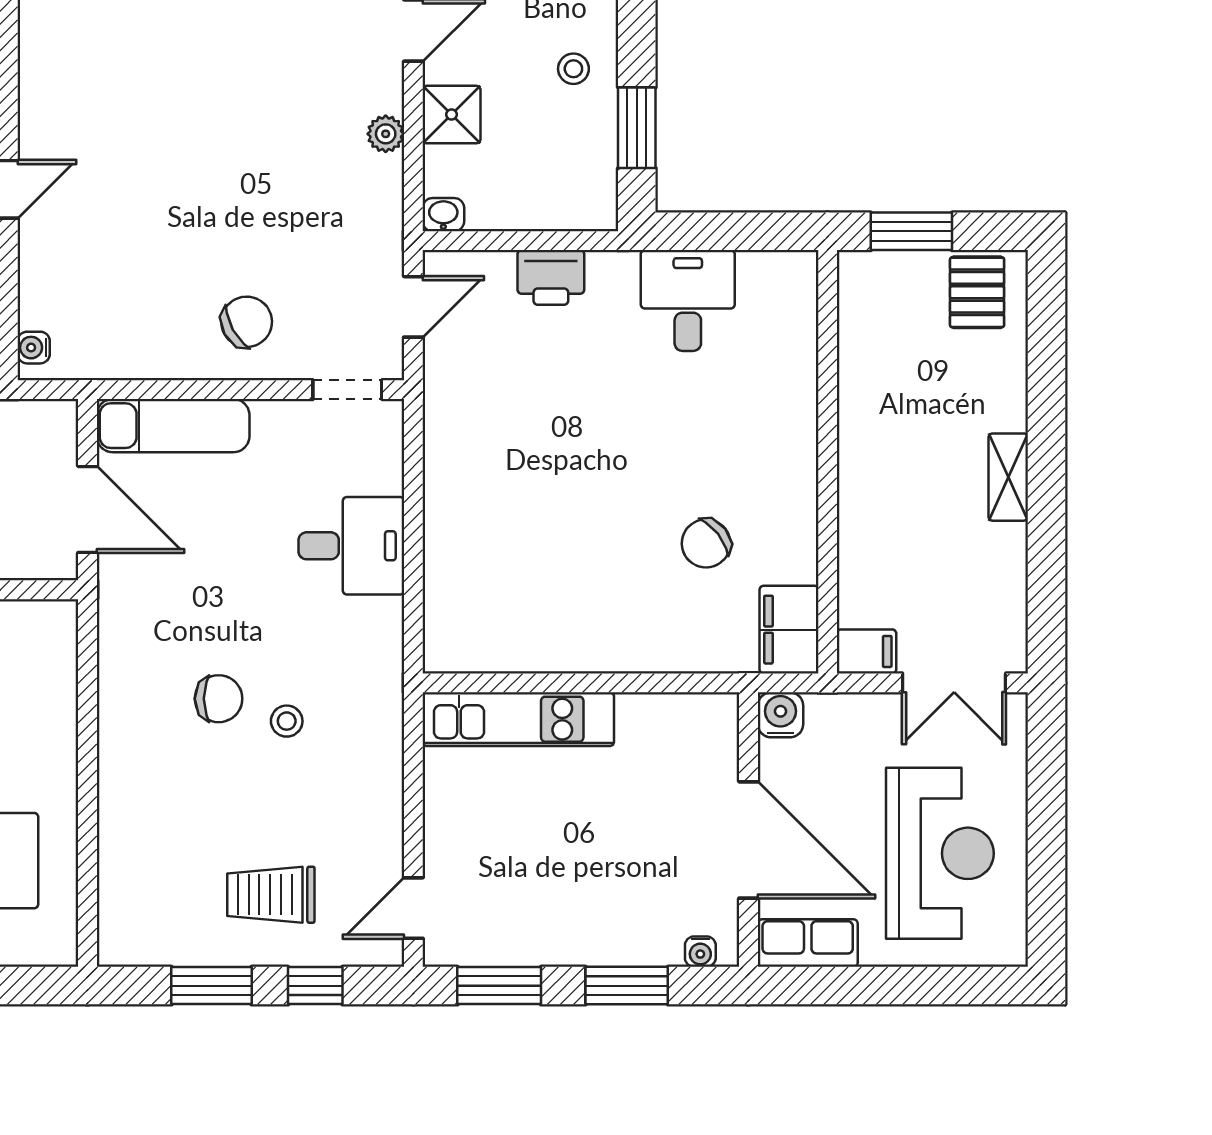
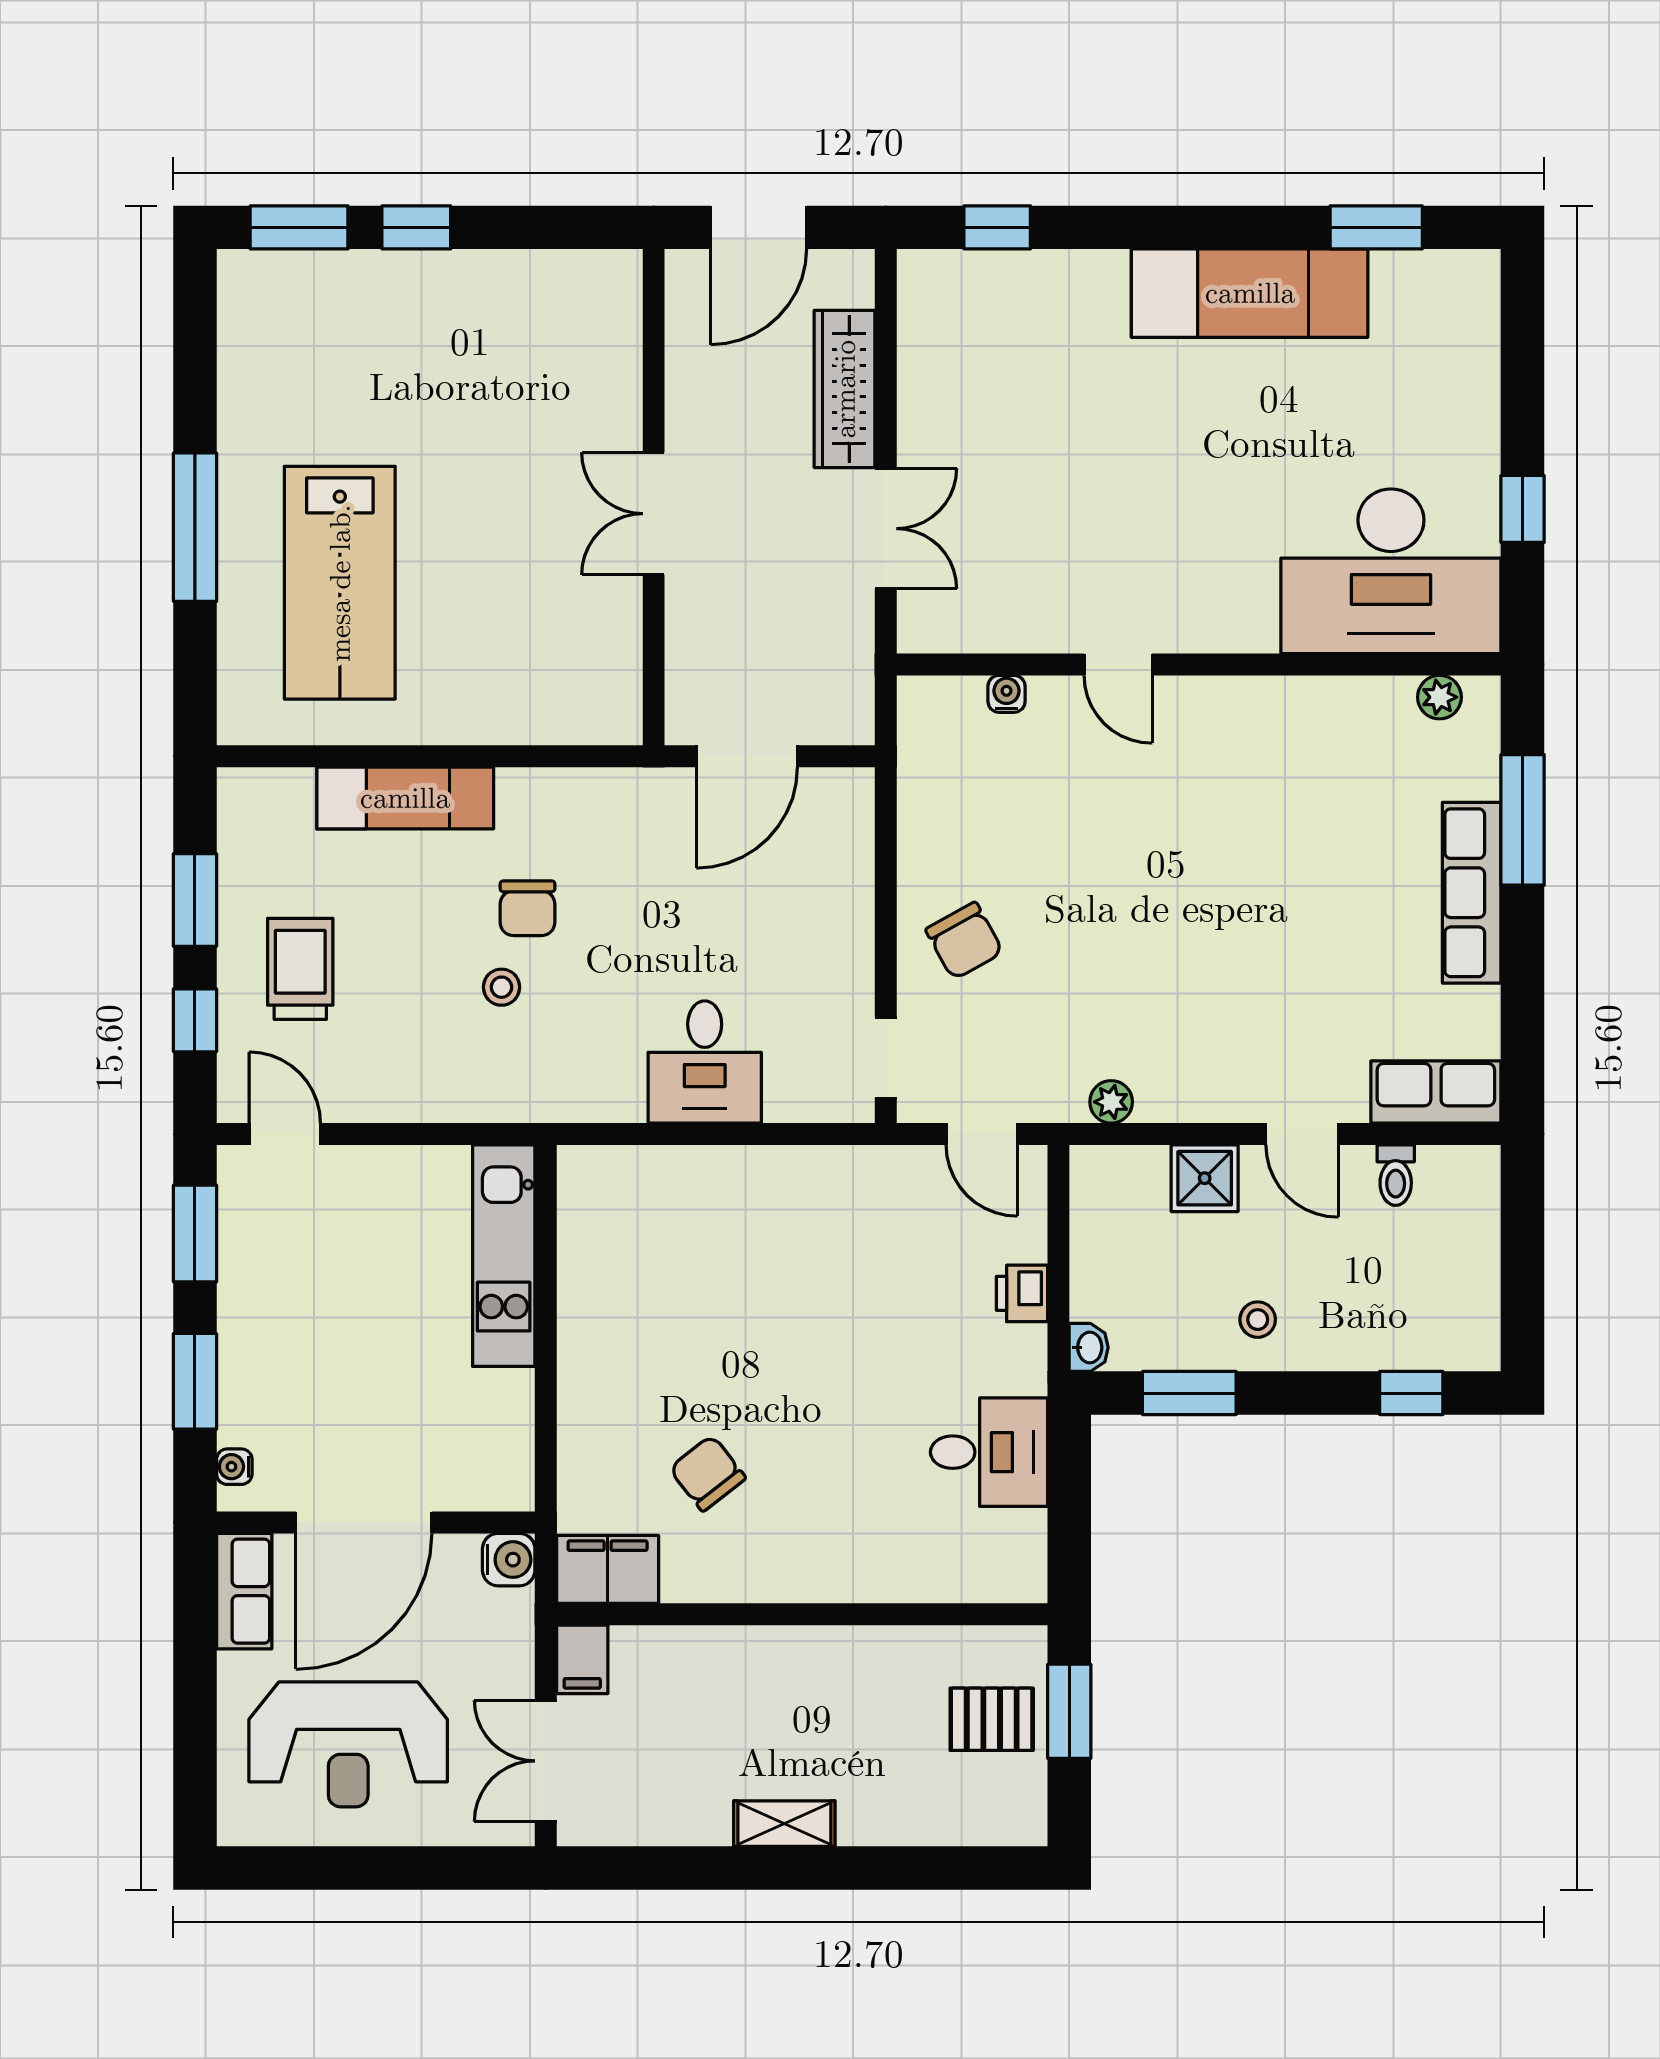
plant: (386, 134) -> (1111, 1102), moved
washbasin: (443, 215) -> (1089, 1347), moved
printer: (551, 277) -> (1022, 1293), width x0.73, depth x0.81
pallet: (977, 292) -> (992, 1719), moved
water cooler: (34, 348) -> (1007, 694), moved
exam couch: (173, 426) -> (405, 798), moved, turned -90

